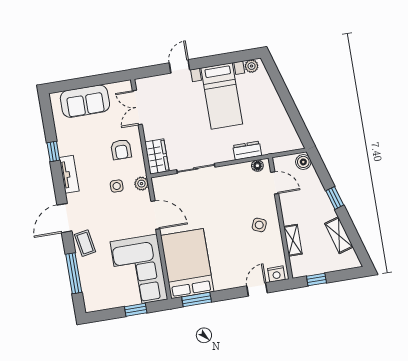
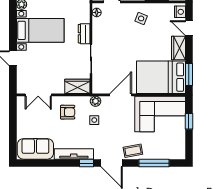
sofa: (85, 101) -> (35, 149), moved, turned -90
window: (53, 151) -> (86, 163), moved
dresser: (247, 151) -> (84, 34), moved
tv unit: (69, 174) -> (74, 154), width x1.41
wardrobe: (229, 280) -> (178, 48), added

